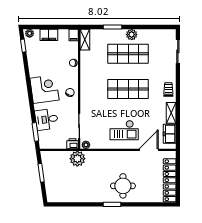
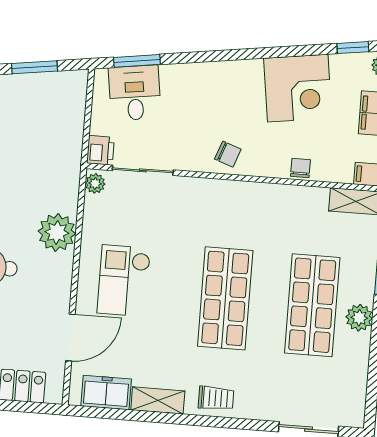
corner desk: (44, 89) -> (298, 88), moved
desk: (47, 119) -> (135, 93), moved
door: (149, 150) -> (70, 338), hinge flipped
plant: (77, 159) -> (57, 232), moved

